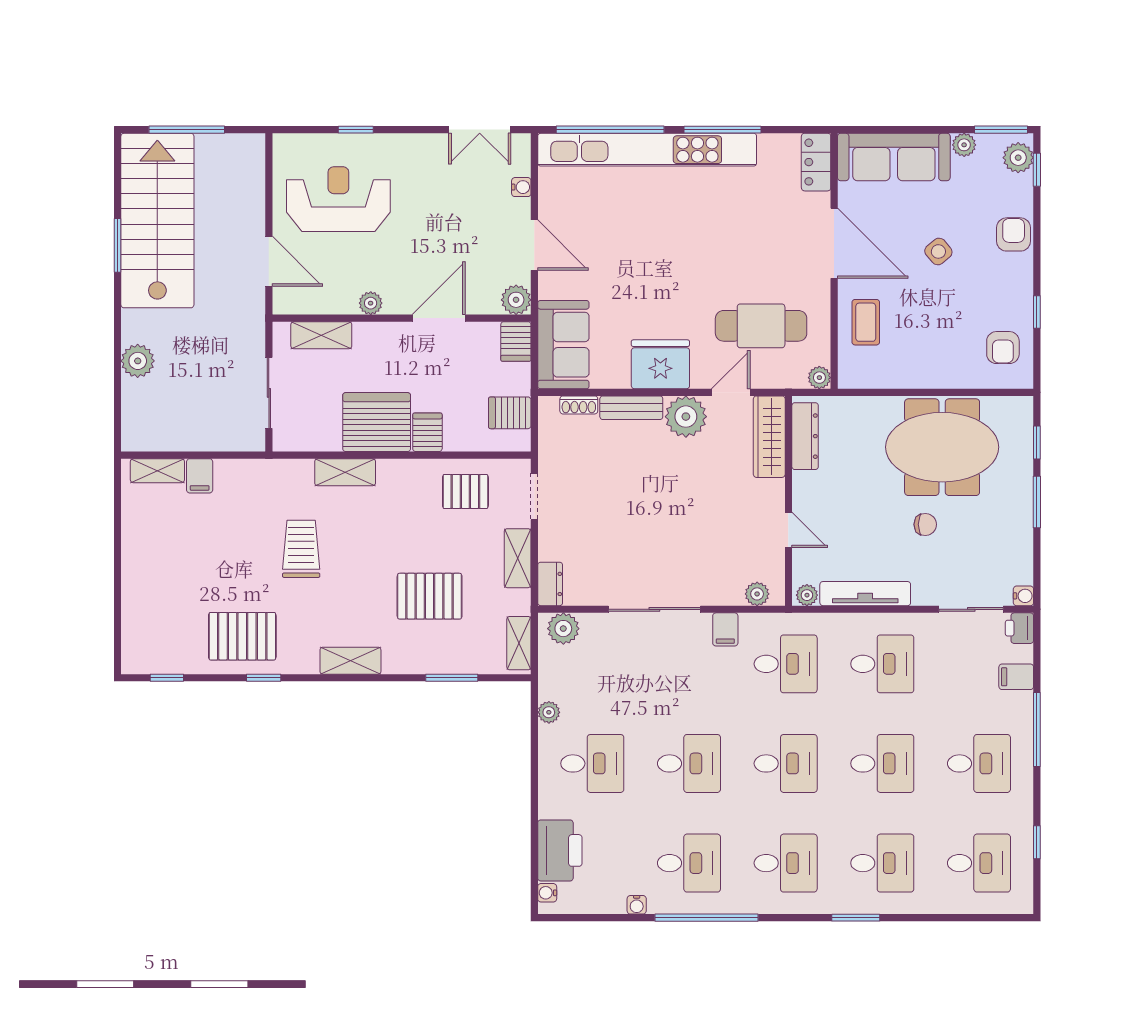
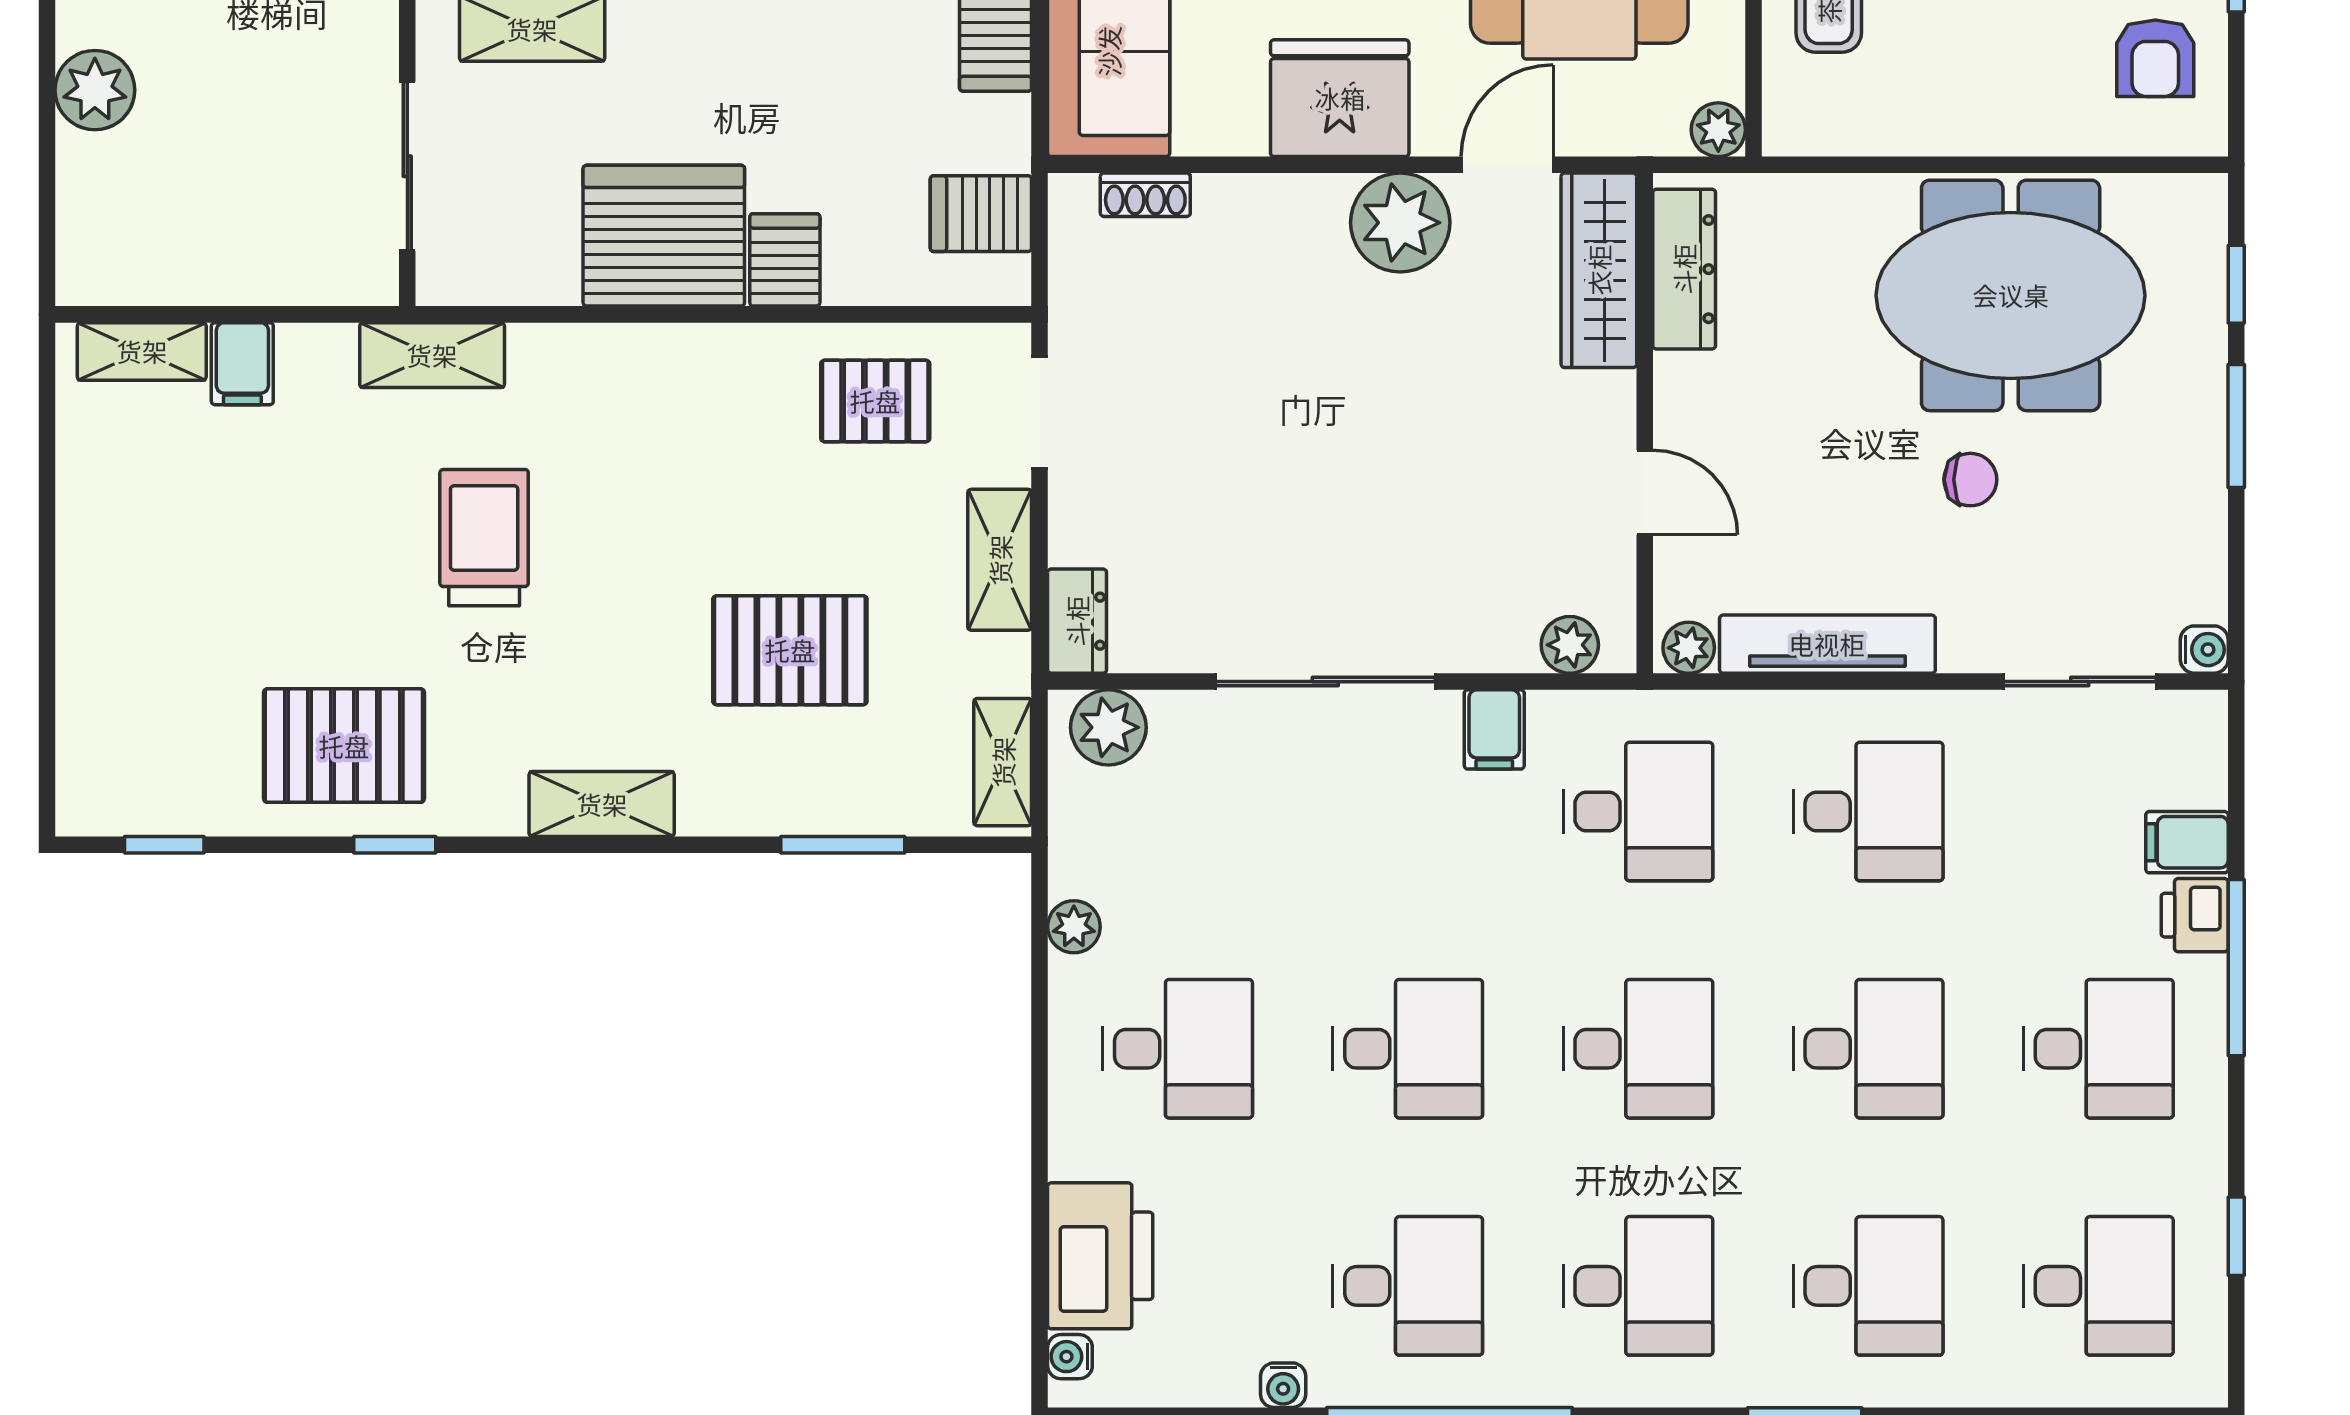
bench: (631, 408) -> (1270, 202), removed
shelving: (345, 472) -> (432, 355), moved
printer: (1019, 628) -> (2195, 915), moved

